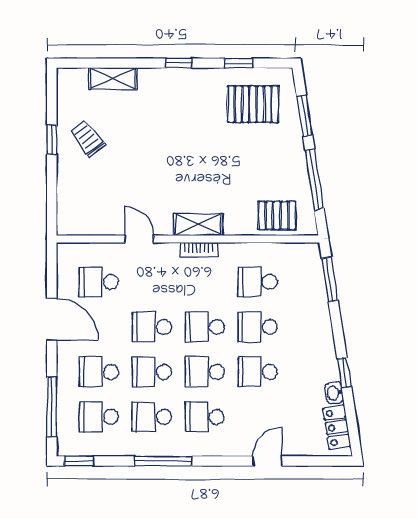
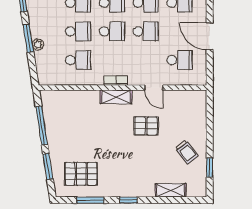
window: (238, 63) -> (90, 200), width x1.50
window: (52, 140) -> (210, 168), moved
pallet: (277, 216) -> (146, 126), moved
window: (330, 279) -> (28, 38), moved
plant: (320, 306) -> (38, 45), added

